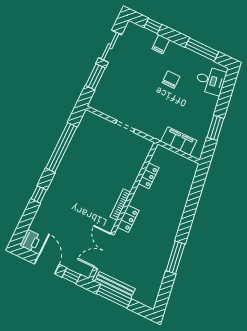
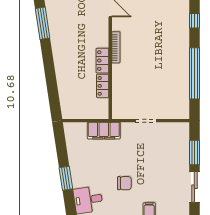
chair: (171, 80) -> (124, 183), turned -90
window: (215, 128) -> (66, 178), moved
filing cabinet: (179, 141) -> (104, 131), moved
locker: (128, 219) -> (102, 61), moved

